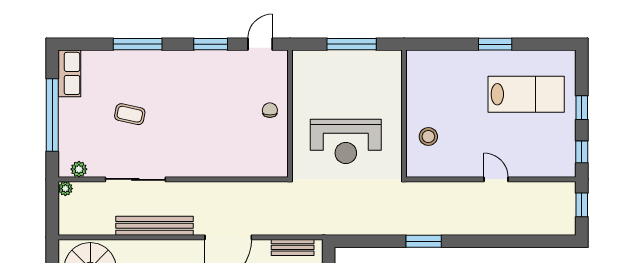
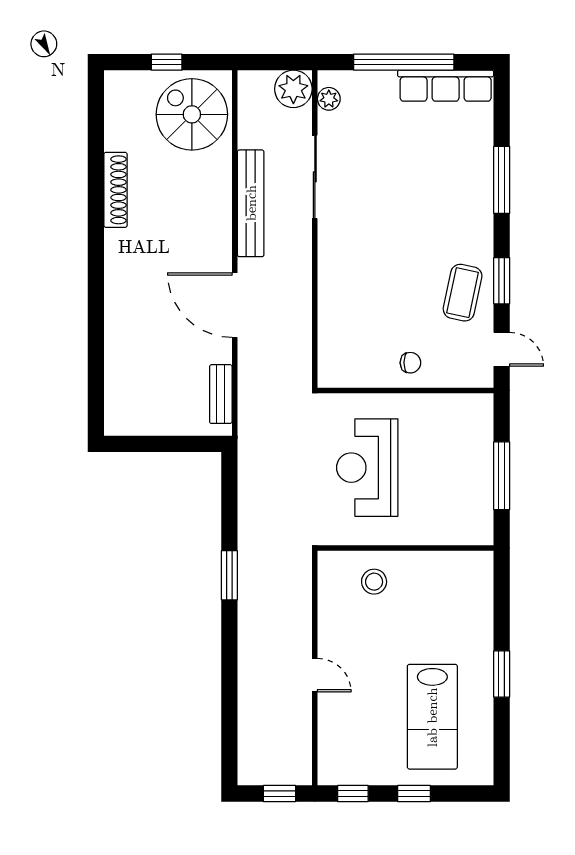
row of seats: (69, 73) -> (446, 86), width x1.48
coffee table: (130, 114) -> (463, 293), moved, width x1.36, depth x1.30
door: (496, 179) -> (315, 675), hinge flipped
plant: (65, 189) -> (293, 89), width x1.88, depth x1.88

